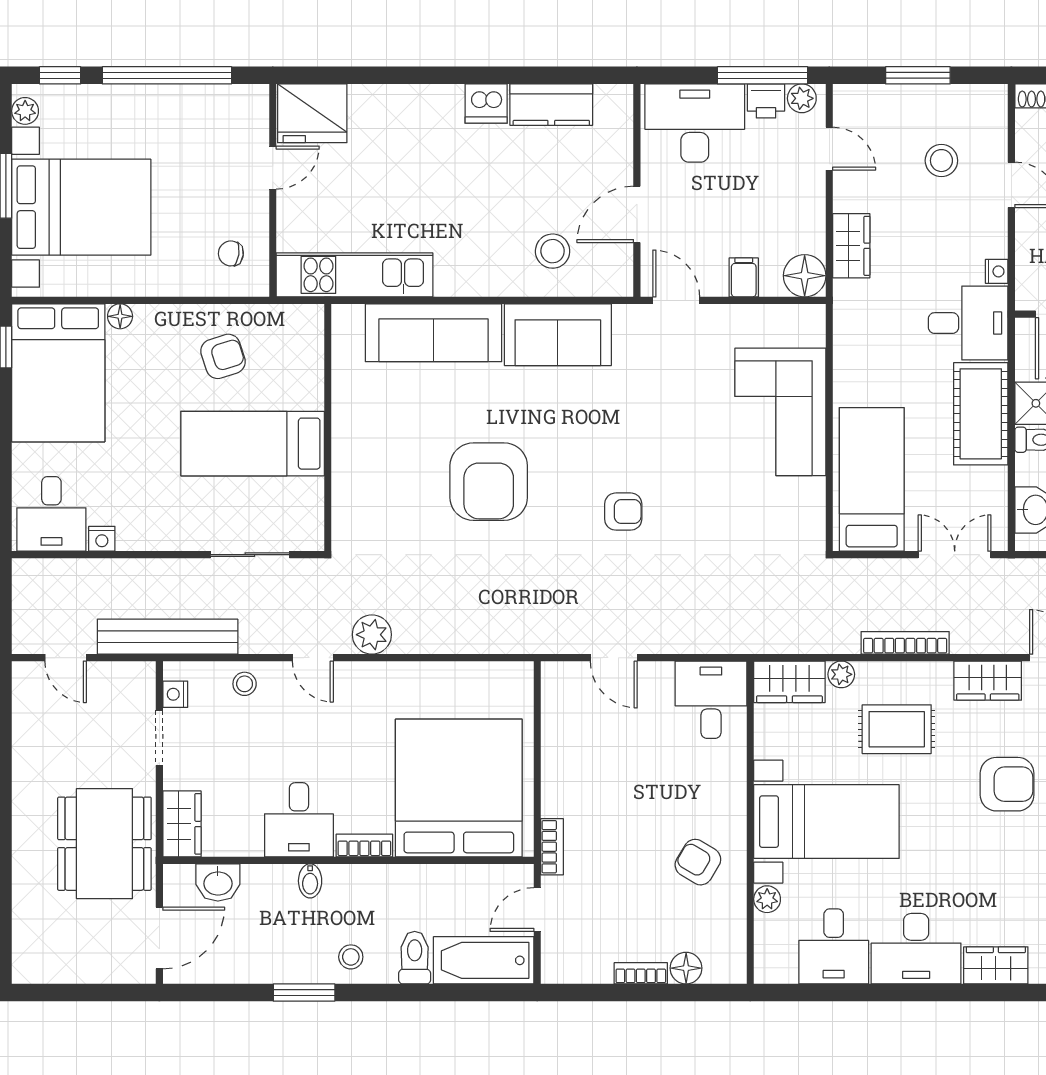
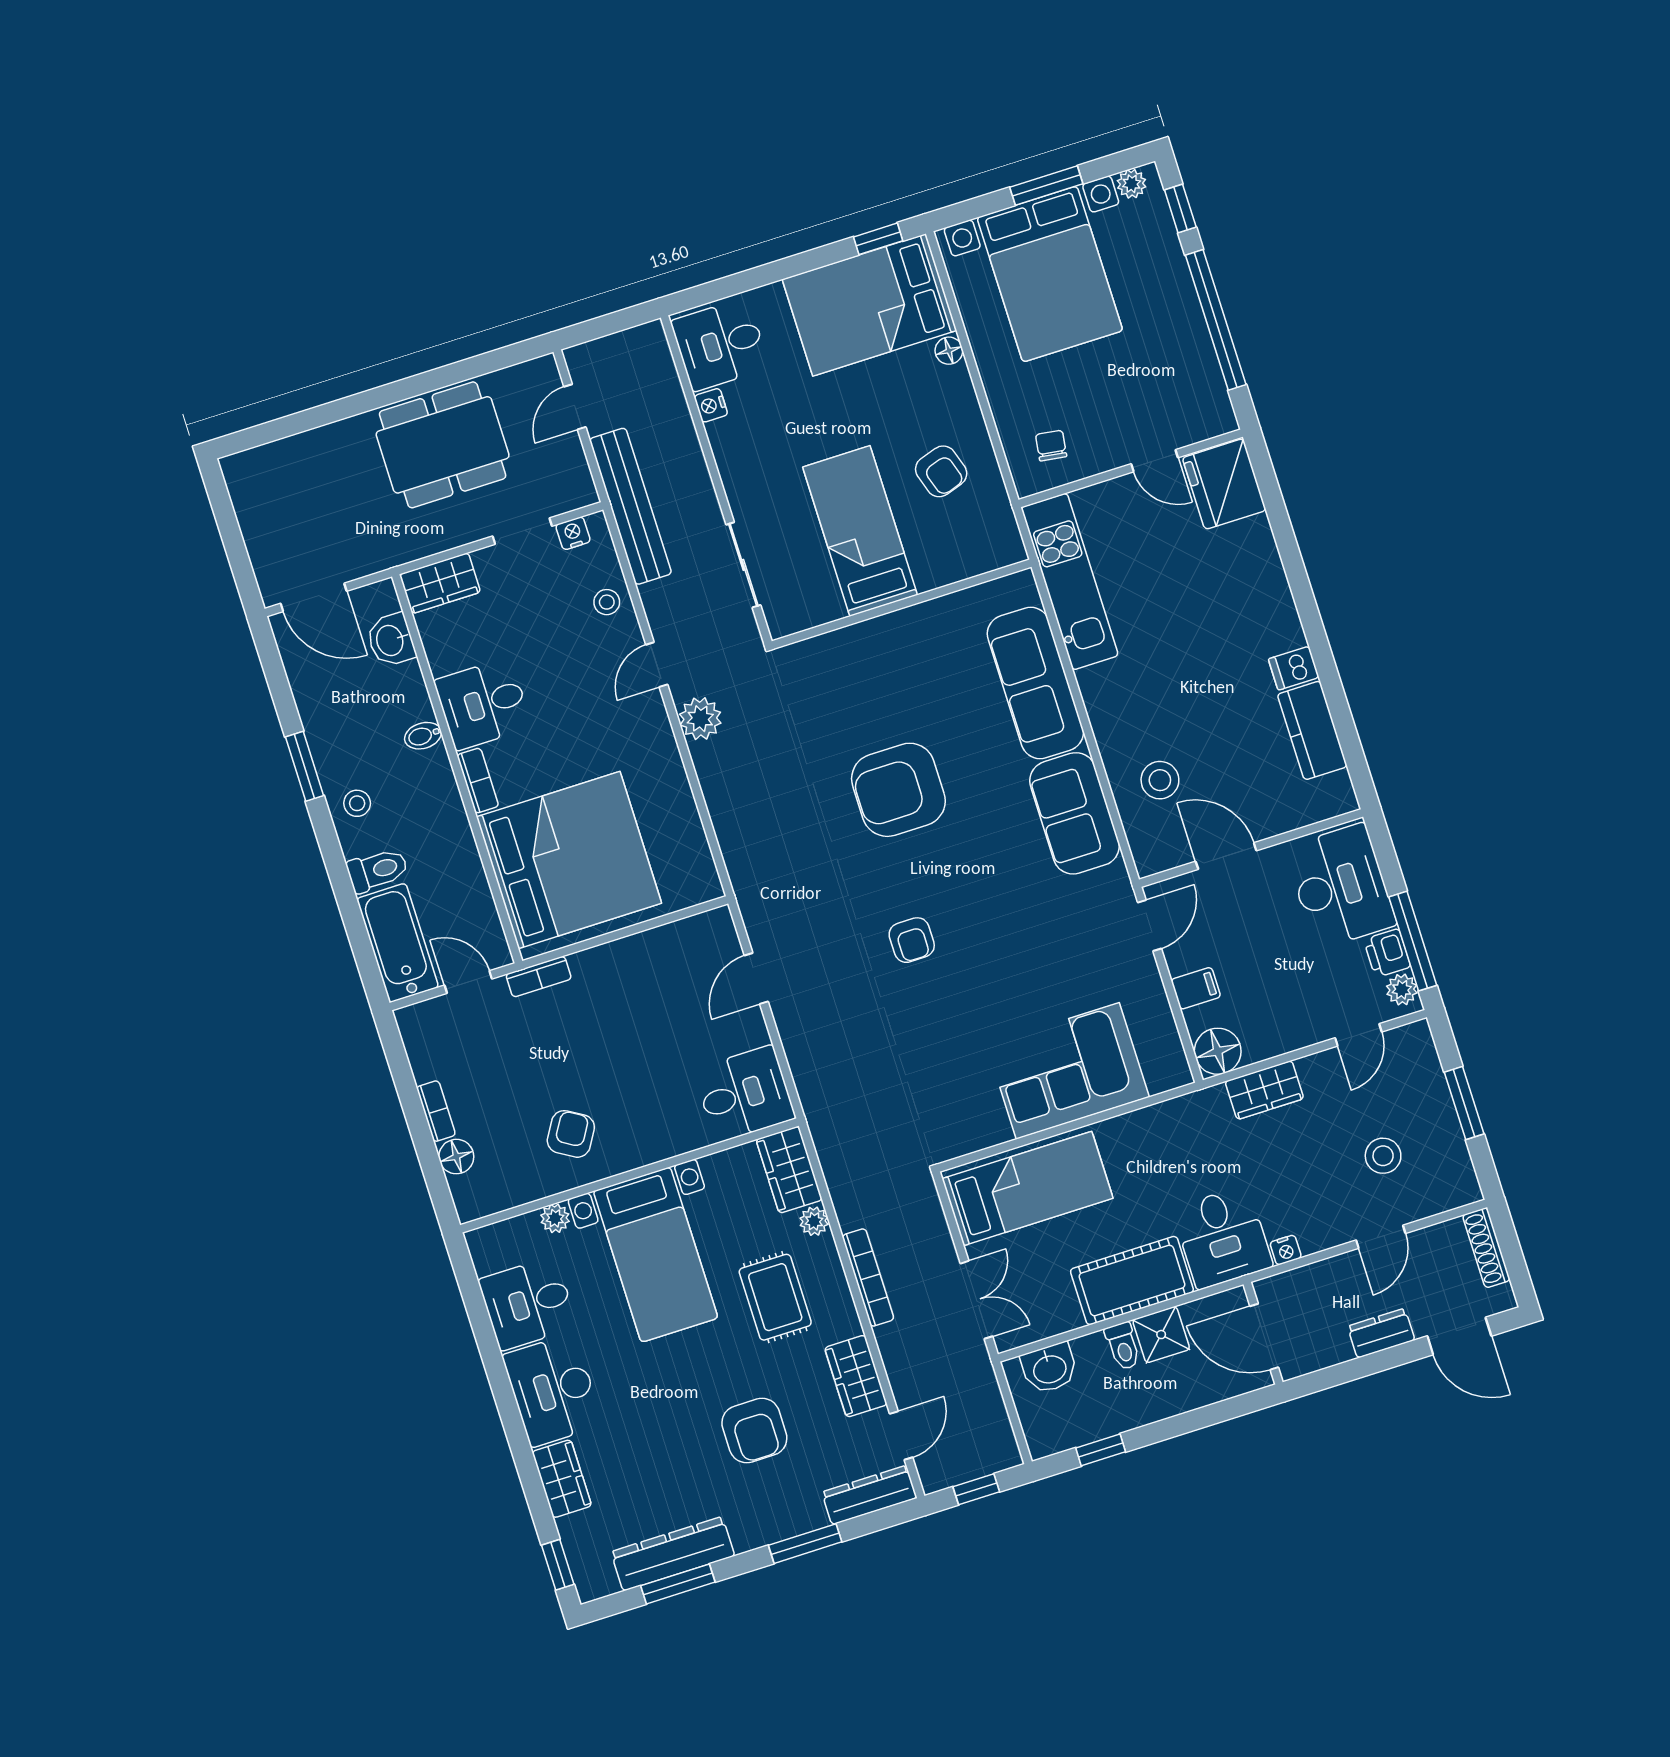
dishwasher: (486, 104) -> (1294, 668), width x0.73
dining table: (104, 844) -> (443, 445), moved

